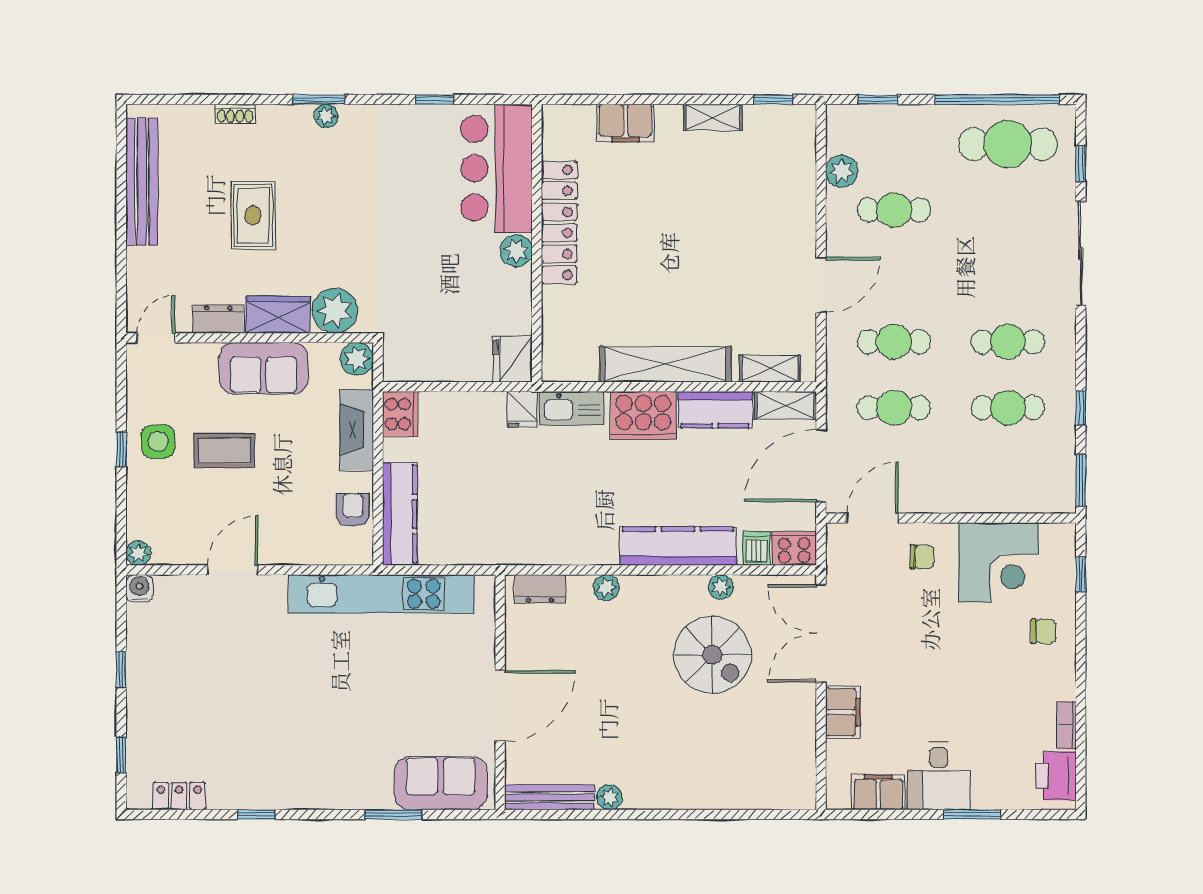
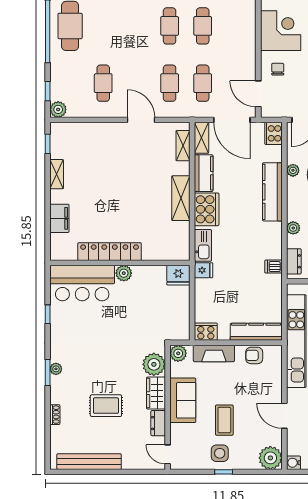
plant: (842, 171) -> (58, 109), moved
shelving: (665, 364) -> (181, 198), width x0.68
dishwasher: (756, 548) -> (273, 267), moved
plant: (138, 553) -> (270, 458), width x1.87, depth x1.87

